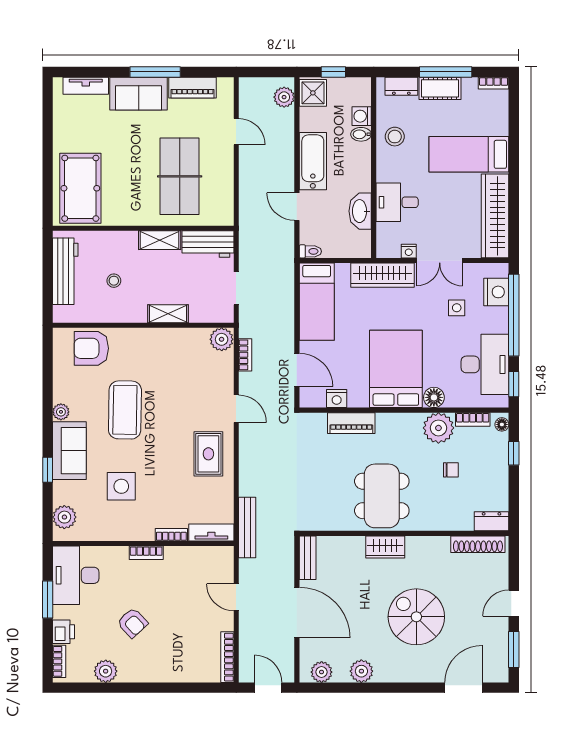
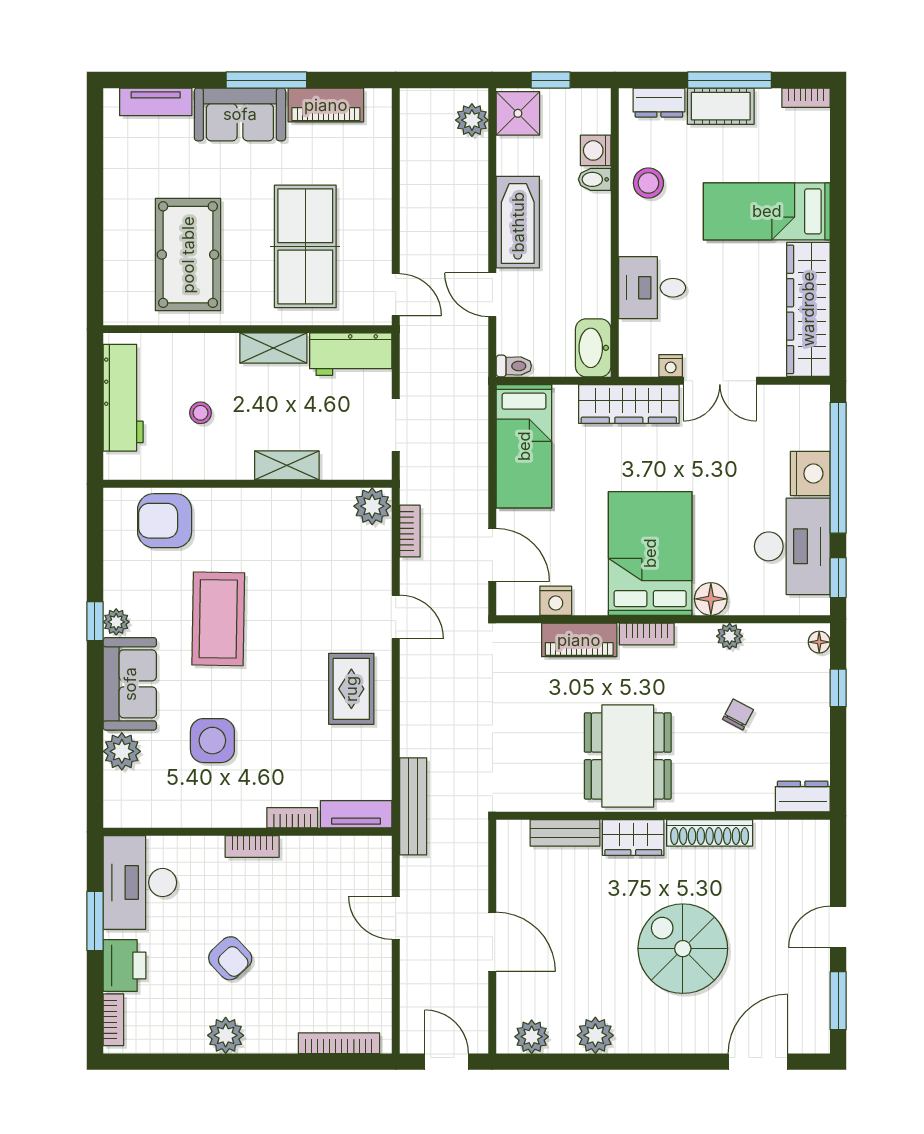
door: (236, 132) -> (396, 295), moved
pool table: (80, 188) -> (188, 255), moved
washbasin: (360, 211) -> (593, 348), moved
nightstand: (496, 292) -> (810, 474), moved
side table: (457, 308) -> (747, 456), removed
bookcase: (473, 419) -> (647, 634), moved
plant: (438, 428) -> (730, 636), width x0.53, depth x0.53
window: (48, 470) -> (95, 621), moved
chair: (451, 470) -> (738, 714), turned -62
plant: (64, 517) -> (122, 751), moved
shoe rack: (478, 544) -> (710, 833), moved
bench: (308, 558) -> (565, 833), moved, turned 90
door: (297, 612) -> (492, 942), width x0.73
printer: (63, 632) -> (124, 966), width x1.36, depth x1.24
bookcase: (227, 657) -> (339, 1043), moved, turned 90
plant: (106, 671) -> (226, 1035), moved

